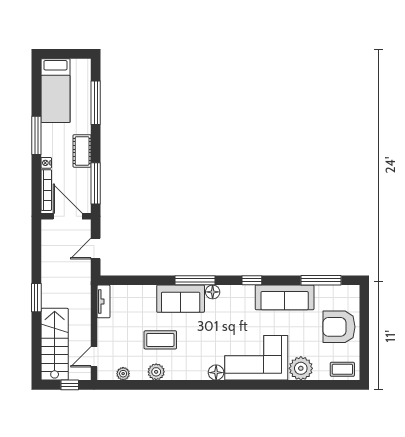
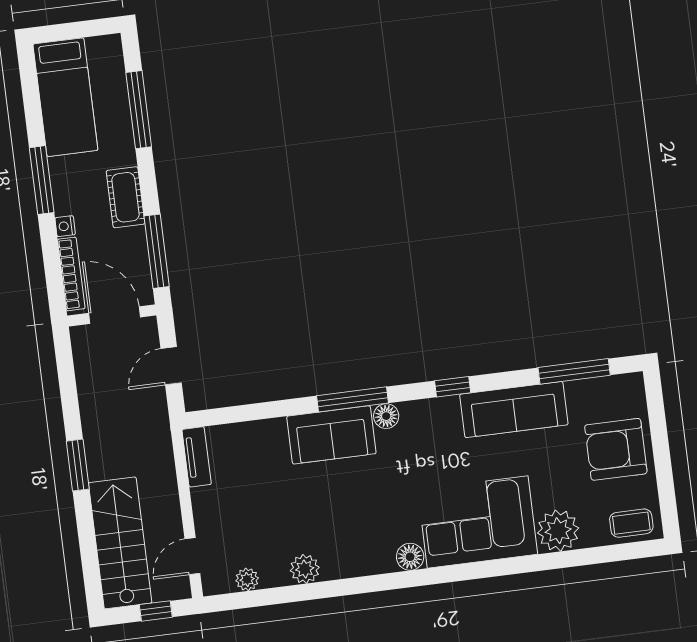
coffee table: (160, 340) -> (305, 512), removed

